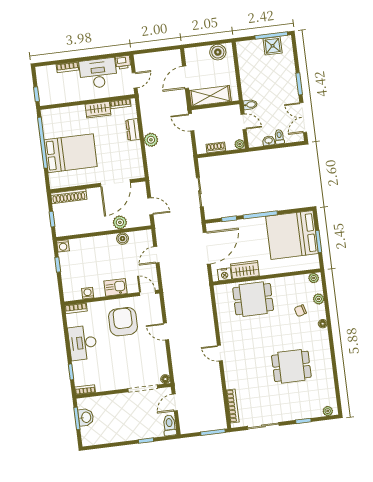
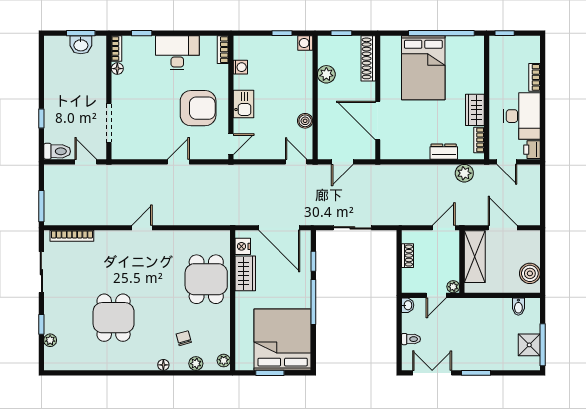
bidet: (250, 105) -> (518, 307), moved
plant: (151, 140) -> (464, 173), moved
washbasin: (269, 141) -> (408, 305), moved
plant: (240, 144) -> (453, 287), moved
plant: (120, 222) -> (326, 74), moved
door: (156, 255) -> (296, 162), moved
floor lamp: (165, 379) -> (117, 69), moved
plant: (328, 411) -> (50, 340), moved

